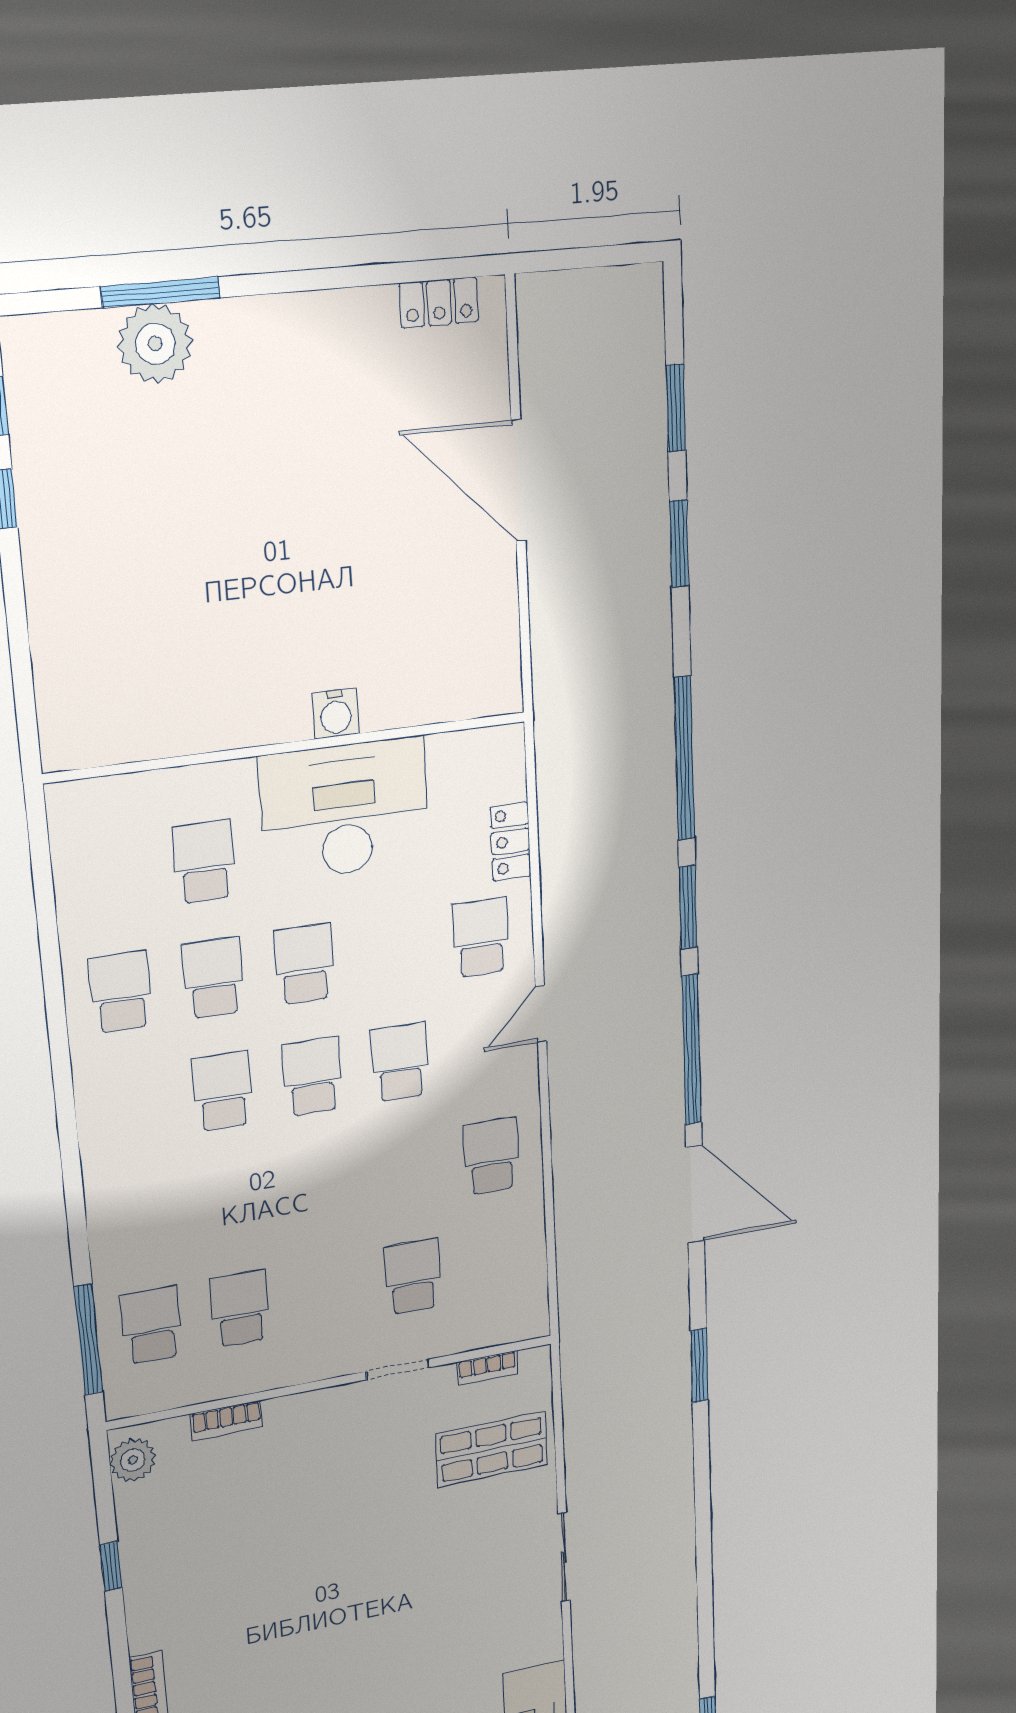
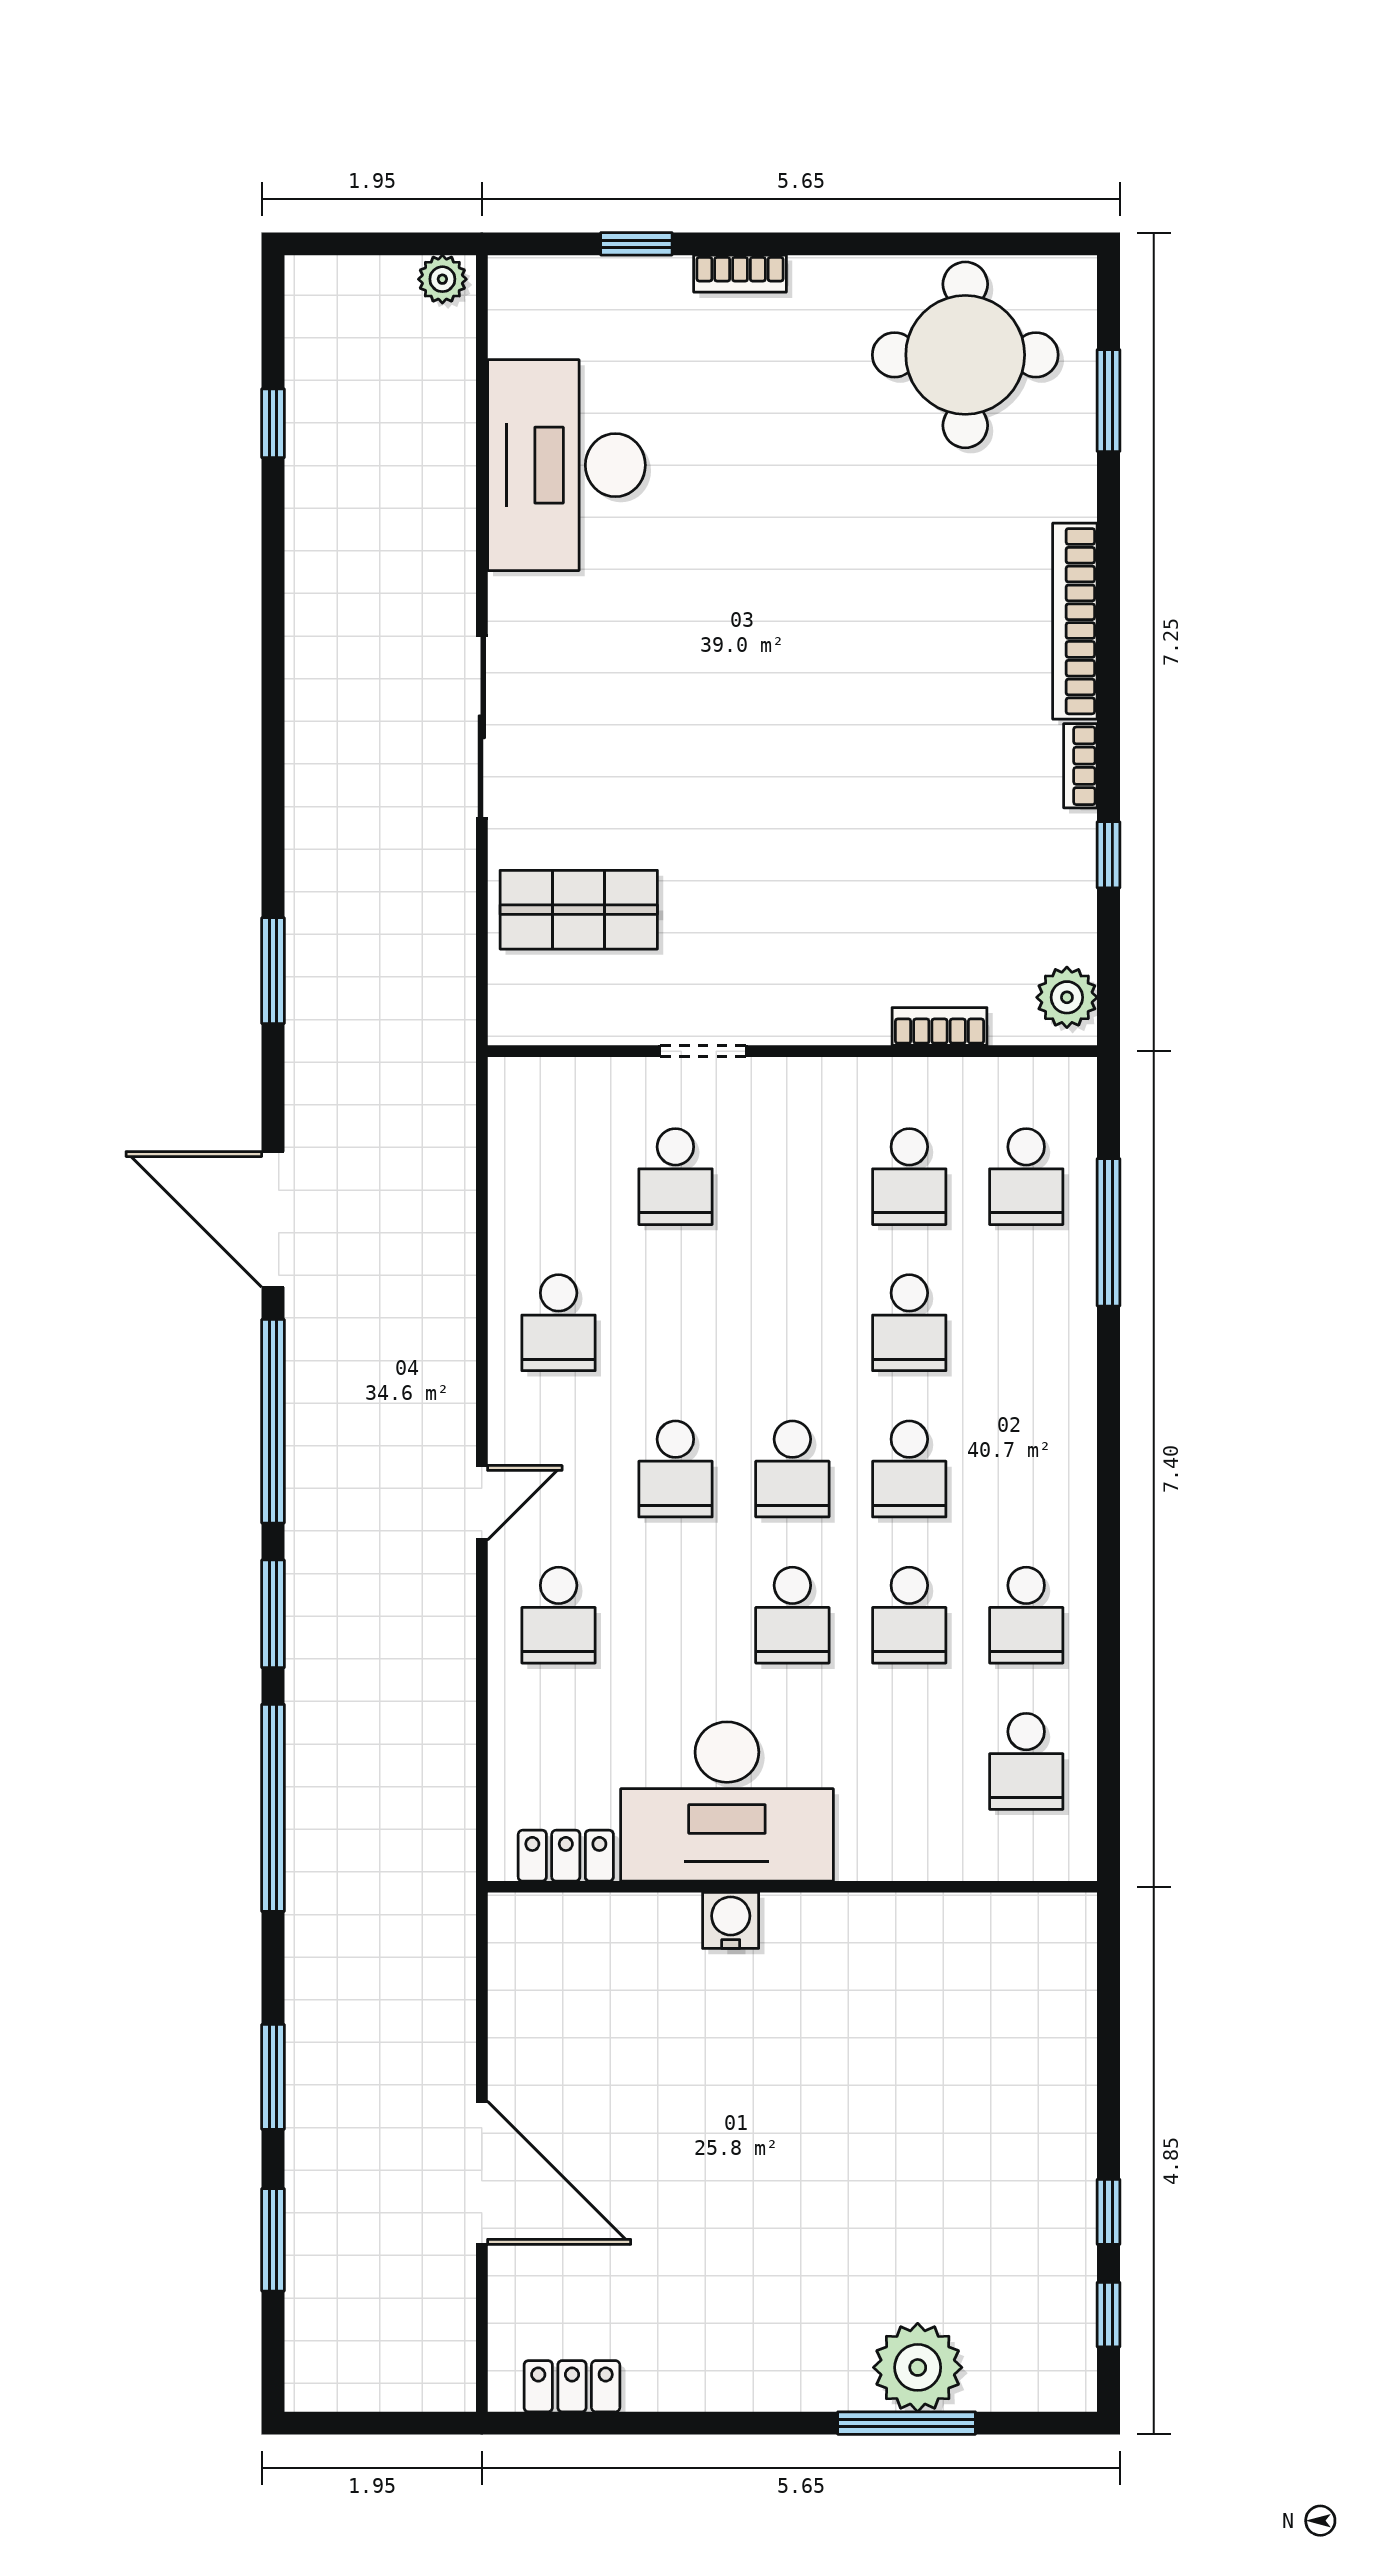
locker: (510, 841) -> (566, 1856), moved, turned -90
school desk: (204, 861) -> (1026, 1761), moved
school desk: (231, 1201) -> (909, 1323), added
window: (88, 1339) -> (1109, 1232), moved
bookcase: (487, 1368) -> (1080, 766), moved, turned -90
sliding door: (564, 1557) -> (482, 727), width x1.37

